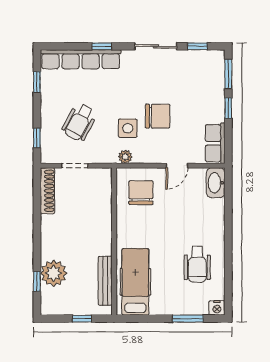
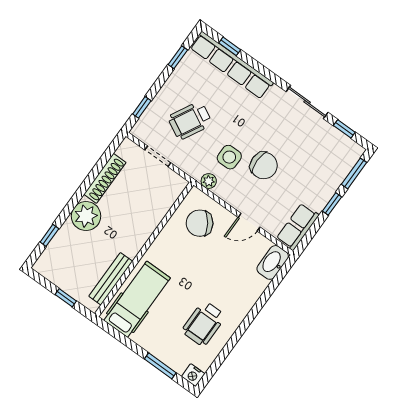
window: (102, 46) -> (230, 46), moved
shoe rack: (47, 191) -> (105, 178), moved
chair: (141, 193) -> (200, 223), turned -124
plant: (54, 273) -> (86, 216), moved

